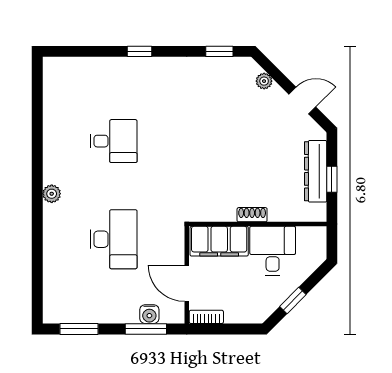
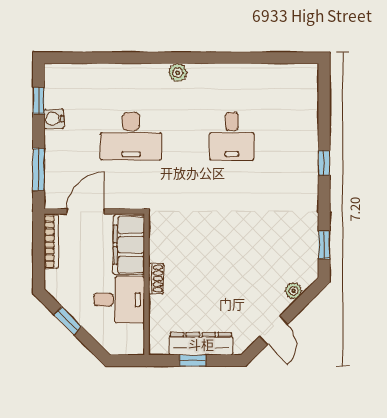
water cooler: (149, 314) -> (54, 119), moved
bookcase: (206, 317) -> (51, 241), width x1.56
window: (79, 329) -> (39, 101), width x0.67

